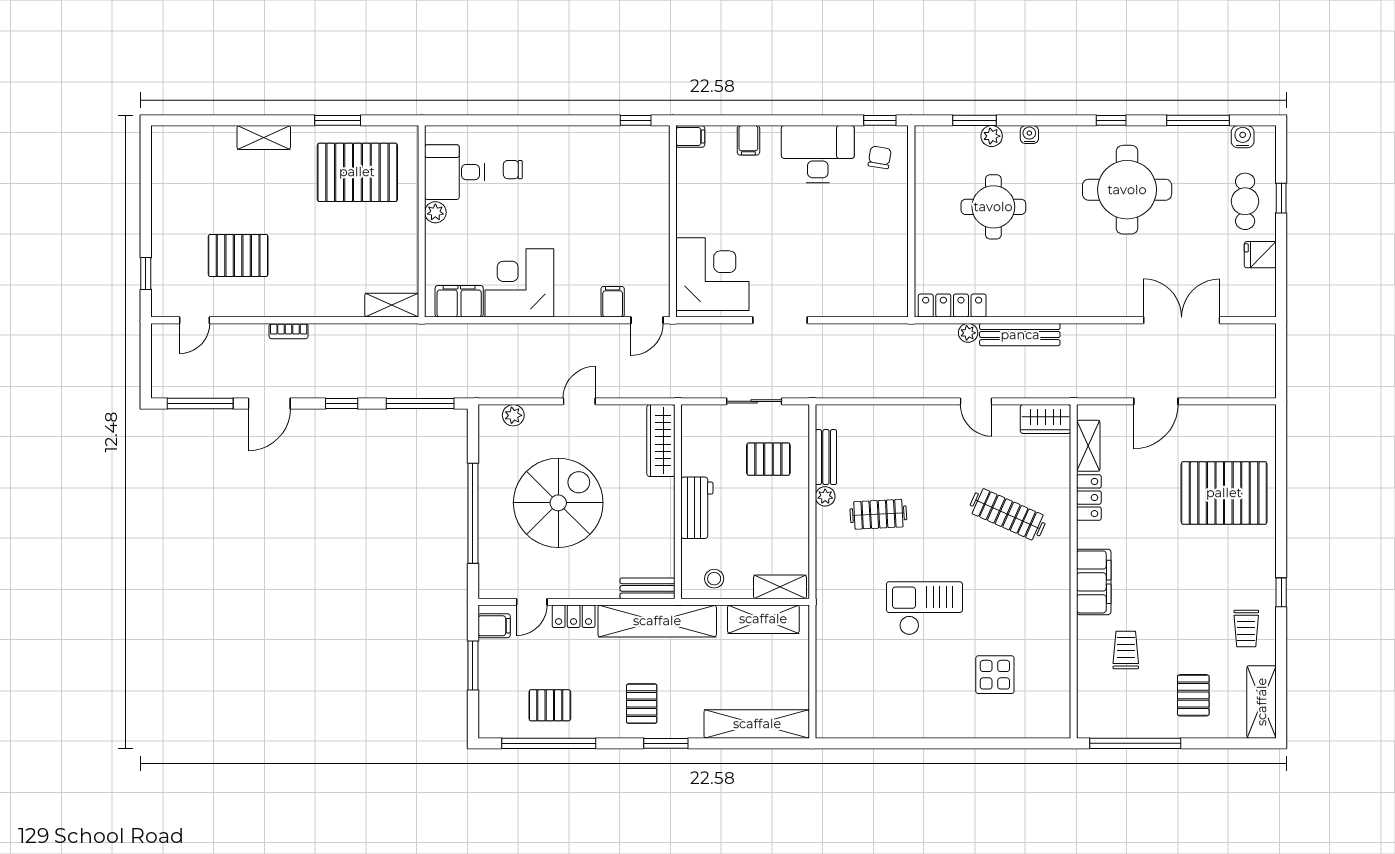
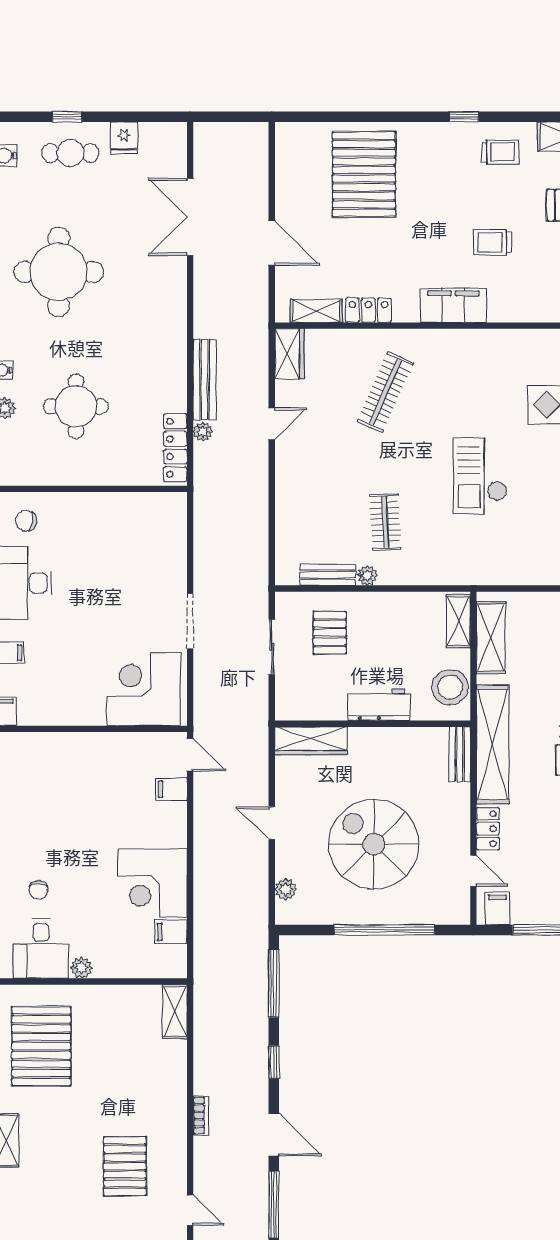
filing cabinet: (459, 301) -> (171, 932), width x0.50
stool: (714, 579) -> (450, 687), width x1.89, depth x1.89
trolley: (1126, 650) -> (493, 242), moved

